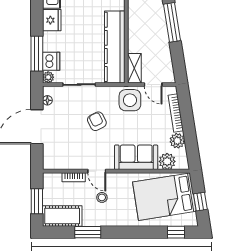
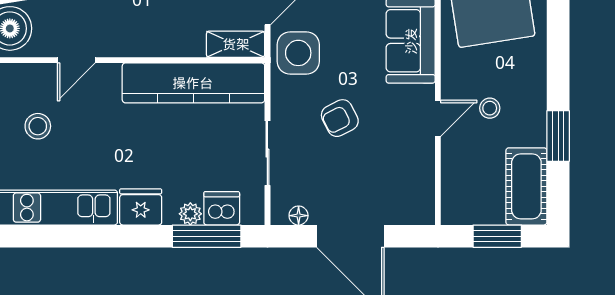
plant: (48, 77) -> (190, 214), moved
bookcase: (74, 177) -> (450, 164), removed

